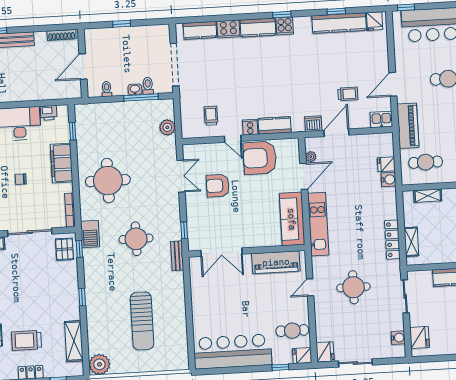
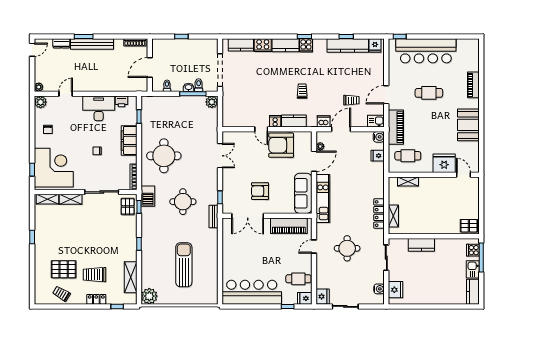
trolley: (211, 116) -> (302, 91), moved
plant: (167, 127) -> (212, 102), moved
water cooler: (389, 180) -> (379, 137), moved
armchair: (218, 186) -> (260, 191), moved
sun lounger: (142, 321) -> (184, 265), turned 180

